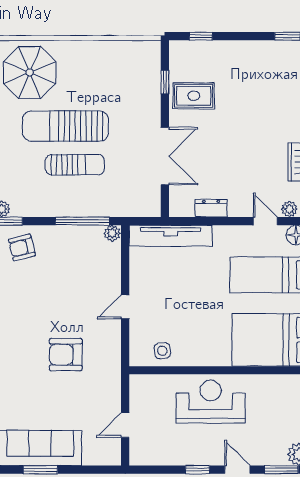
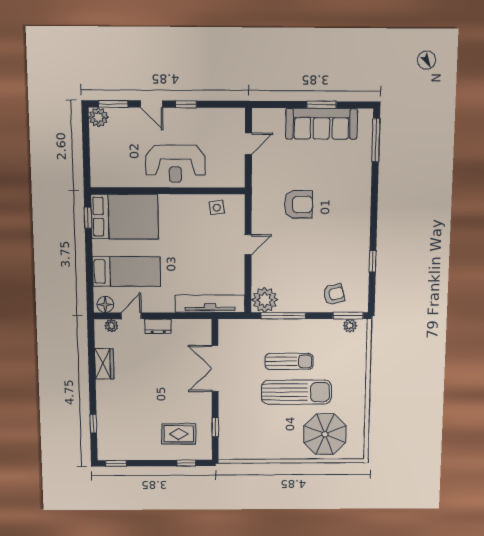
rug: (194, 96) -> (179, 434), moved
sun lounger: (75, 165) -> (289, 361), turned 180
dresser: (211, 208) -> (158, 326), moved
door: (265, 221) -> (131, 316), swing flipped
plant: (112, 233) -> (265, 300), width x1.87, depth x1.87

